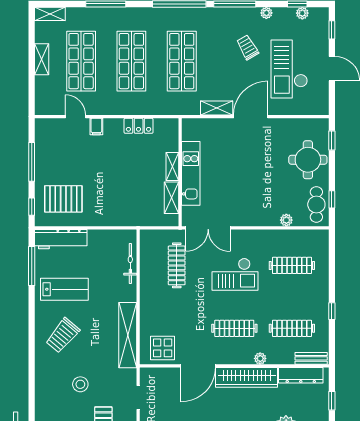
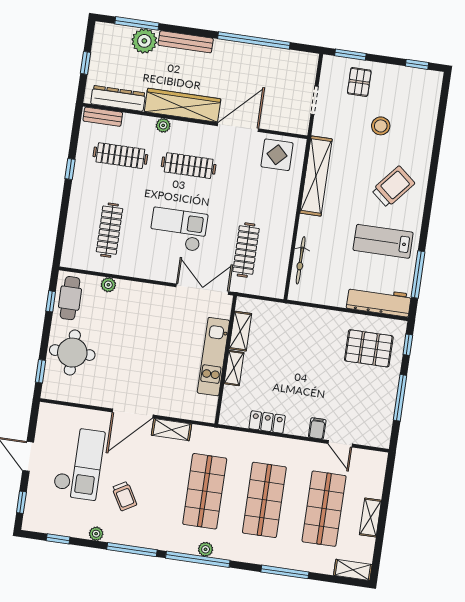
plant: (302, 13) -> (206, 549), moved
clothes rail: (292, 265) -> (110, 230), turned 90

